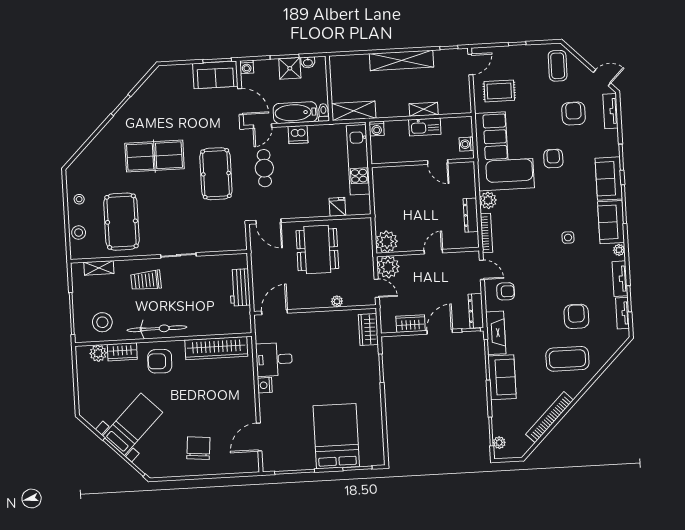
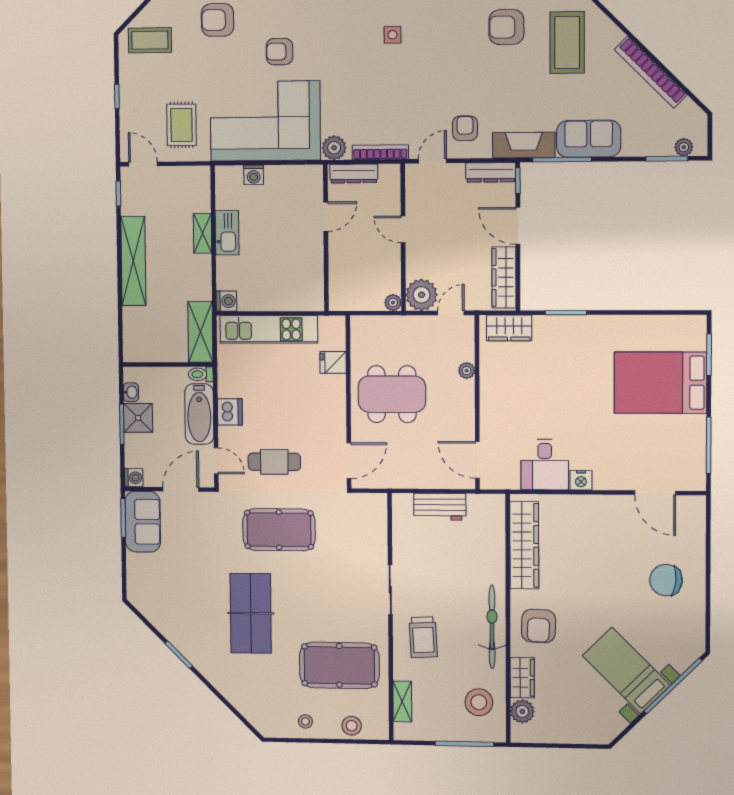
door: (438, 162) -> (326, 217), moved
wall: (423, 163) -> (326, 238), moved
plant: (387, 242) -> (393, 303), width x0.53, depth x0.53
wardrobe: (411, 324) -> (504, 277), width x1.50

